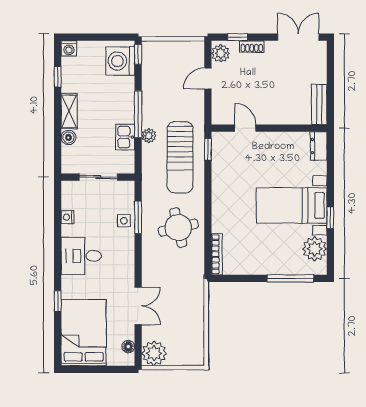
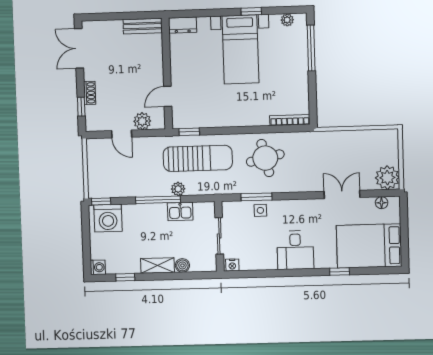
plant: (221, 53) -> (142, 121), moved
nightstand: (68, 217) -> (232, 265), moved
plant: (315, 249) -> (287, 20), width x0.53, depth x0.53

